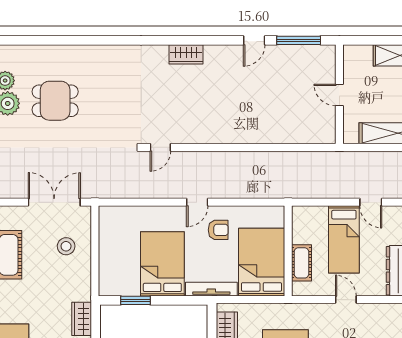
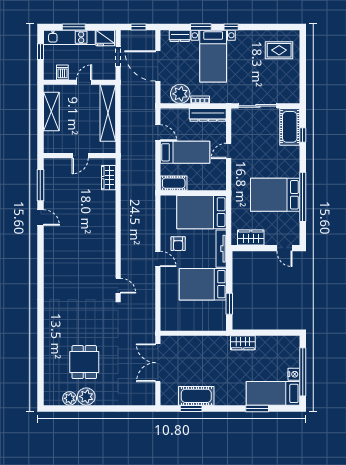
wardrobe: (186, 54) -> (109, 178), moved, turned 180
door: (371, 202) -> (158, 133), hinge flipped
armchair: (218, 230) -> (178, 244), turned 180
stool: (66, 246) -> (190, 354), removed
cot: (301, 263) -> (174, 183), moved

